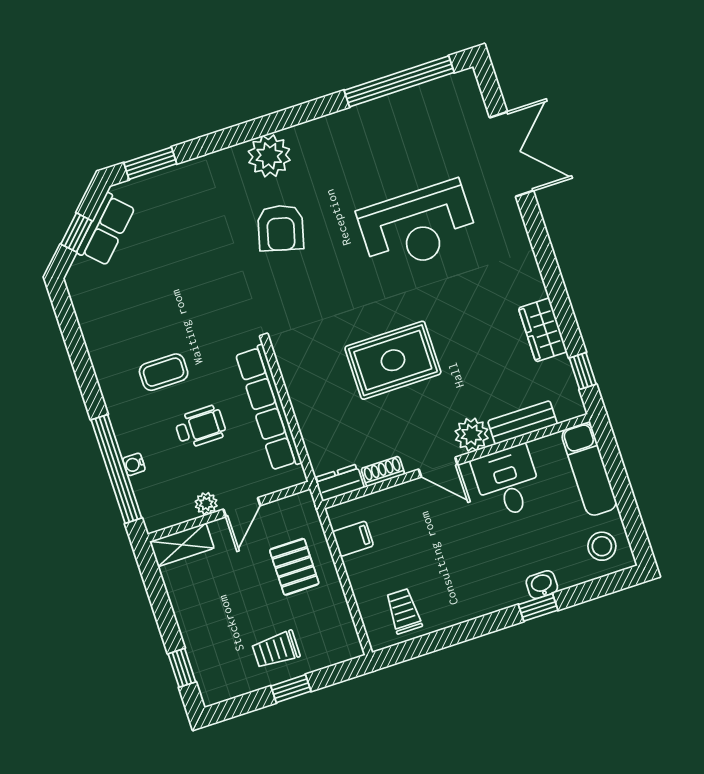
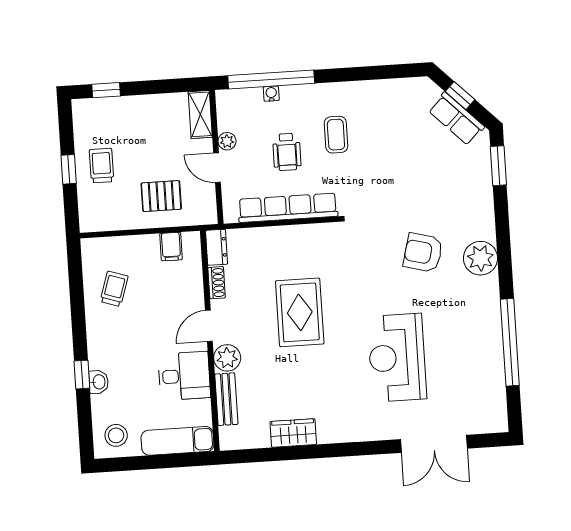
window: (399, 81) -> (510, 342), moved
window: (583, 371) -> (254, 456), removed
trolley: (404, 611) -> (114, 289), moved, turned -72

